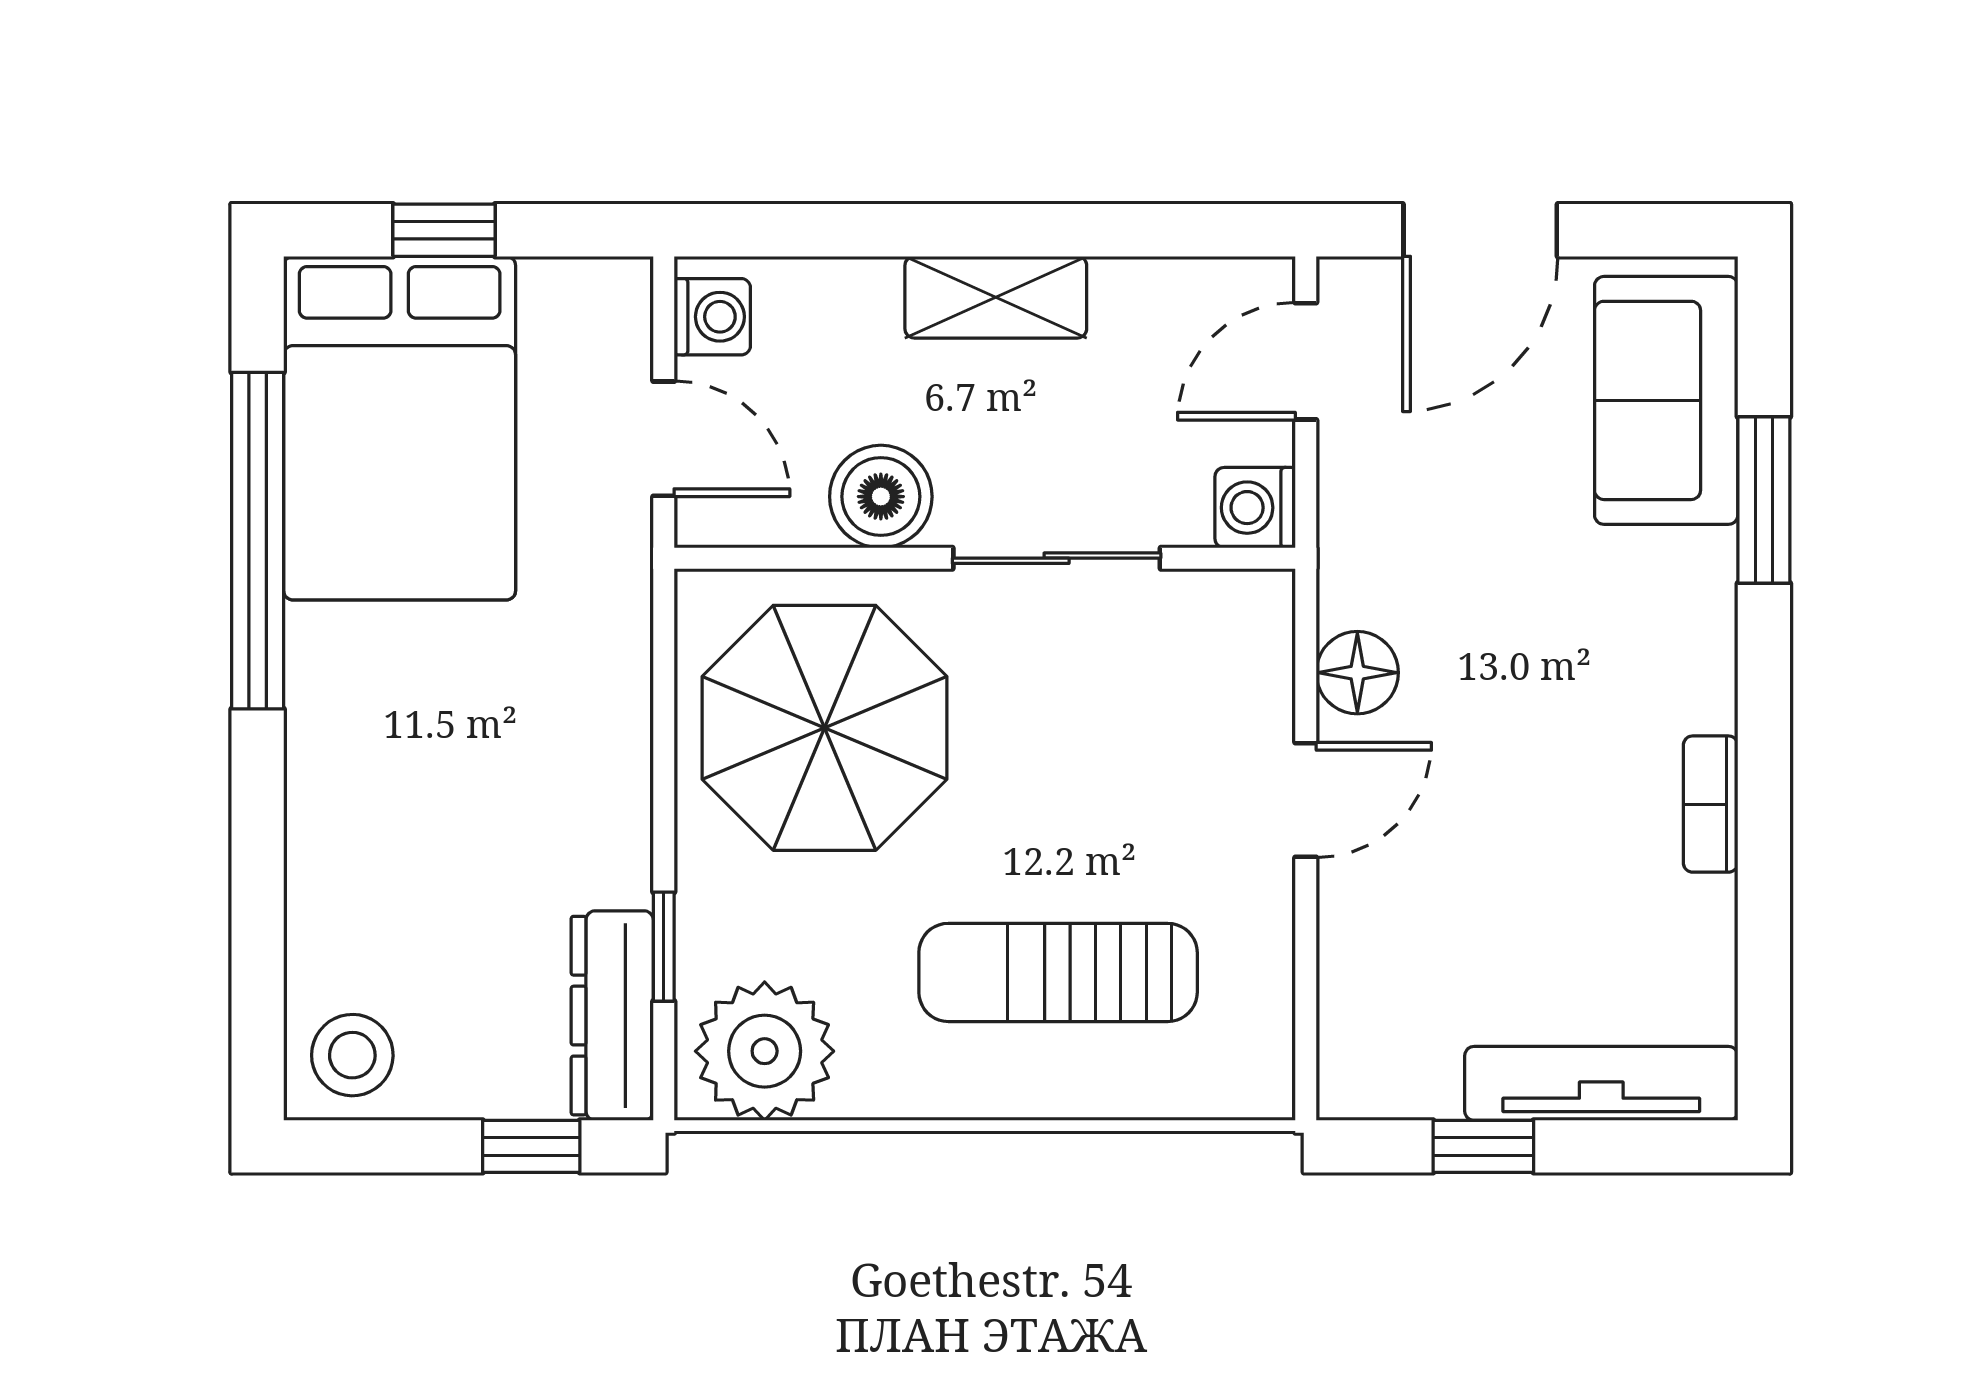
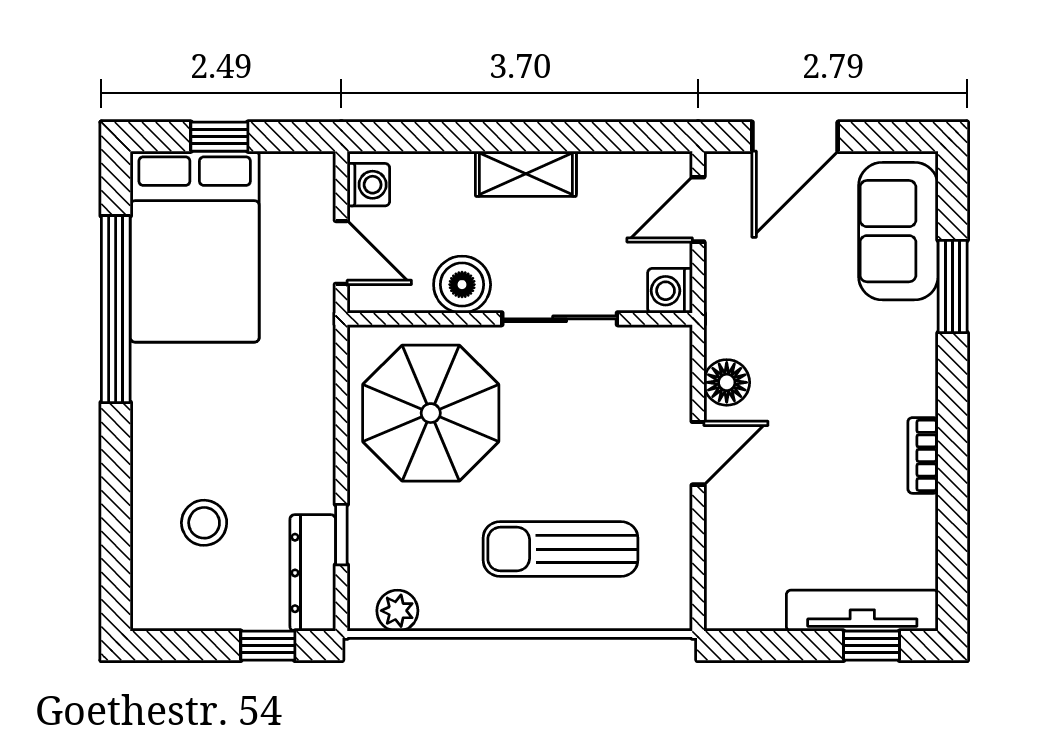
plant: (765, 1051) -> (397, 611), width x0.53, depth x0.53
stool: (352, 1055) -> (204, 523), moved
window: (1483, 1146) -> (871, 646), moved

